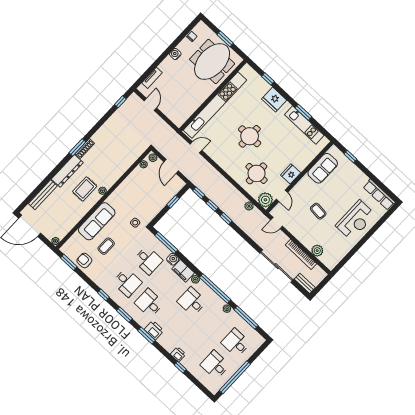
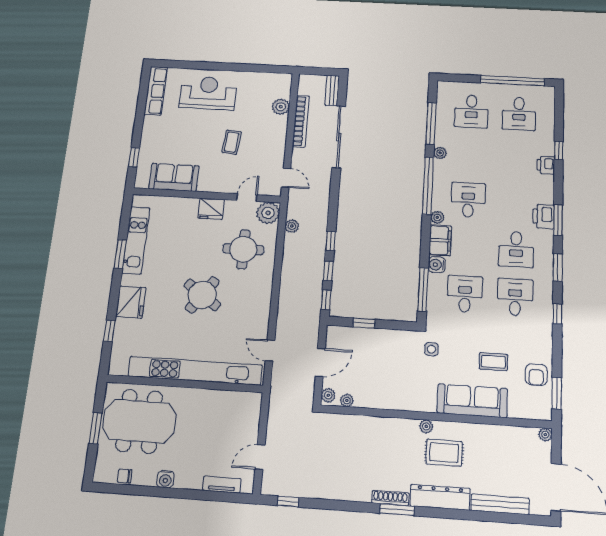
round table: (250, 136) -> (202, 295), turned 35
desk: (192, 302) -> (468, 200), turned 180

